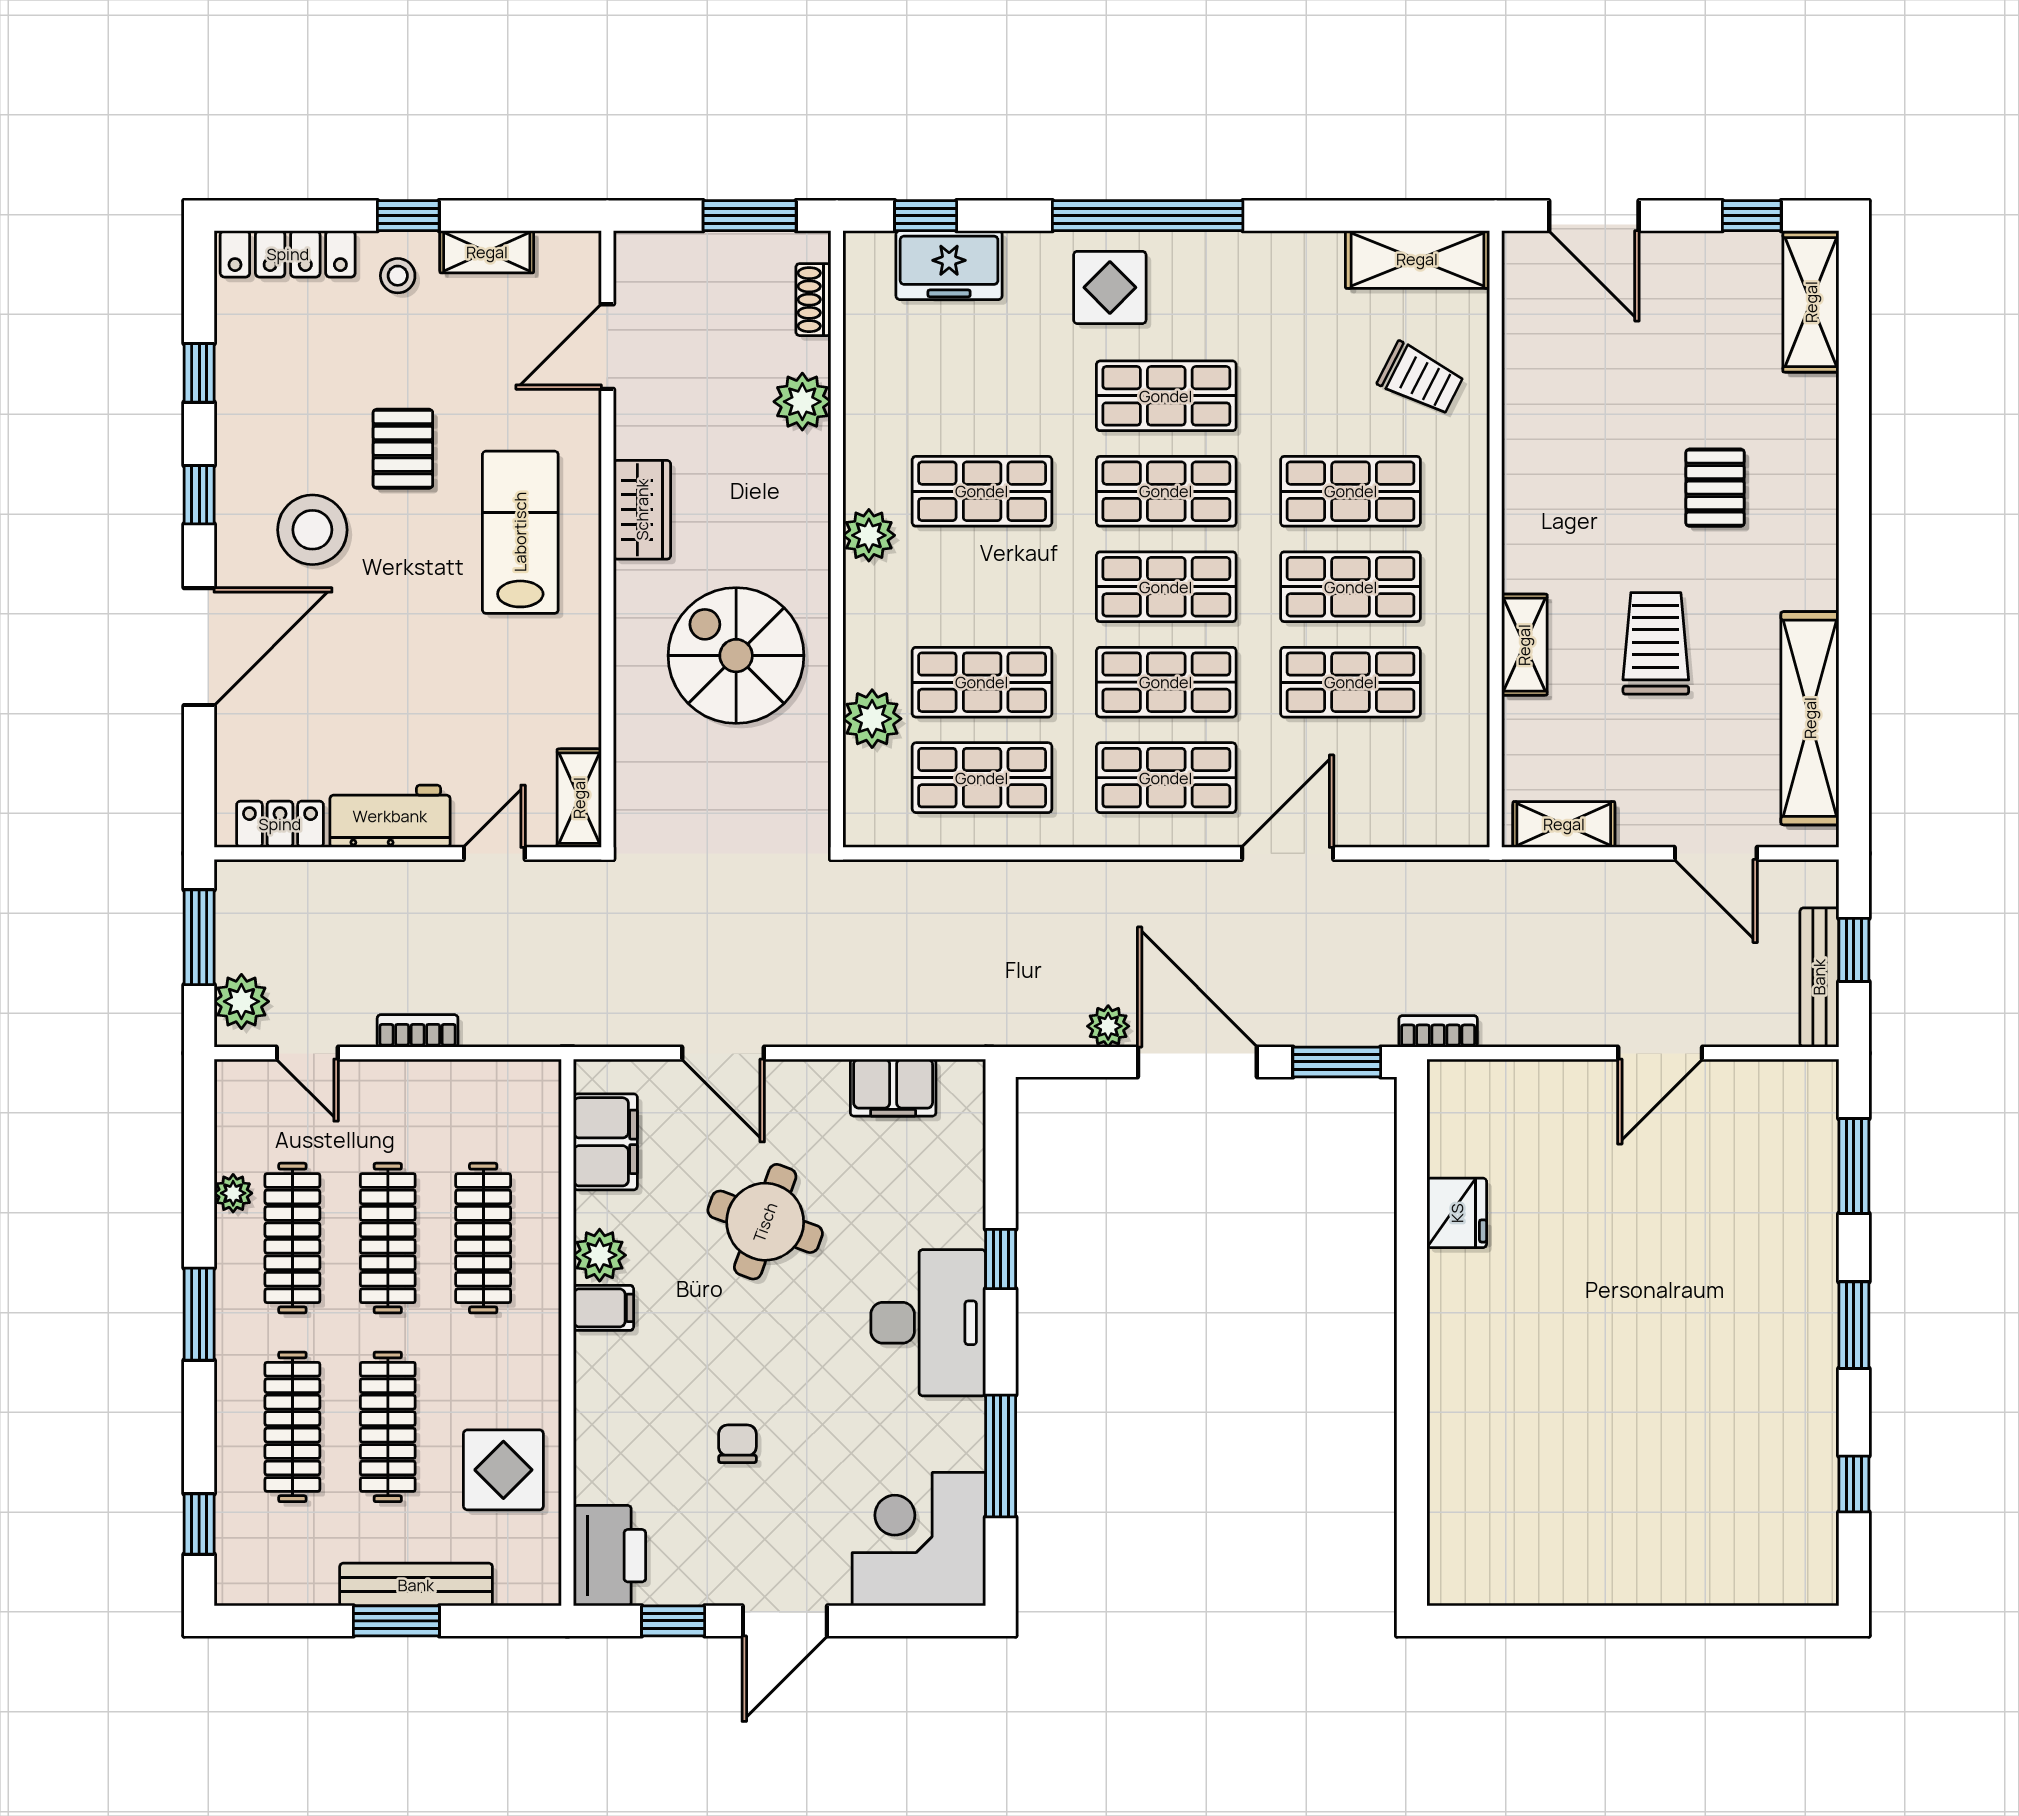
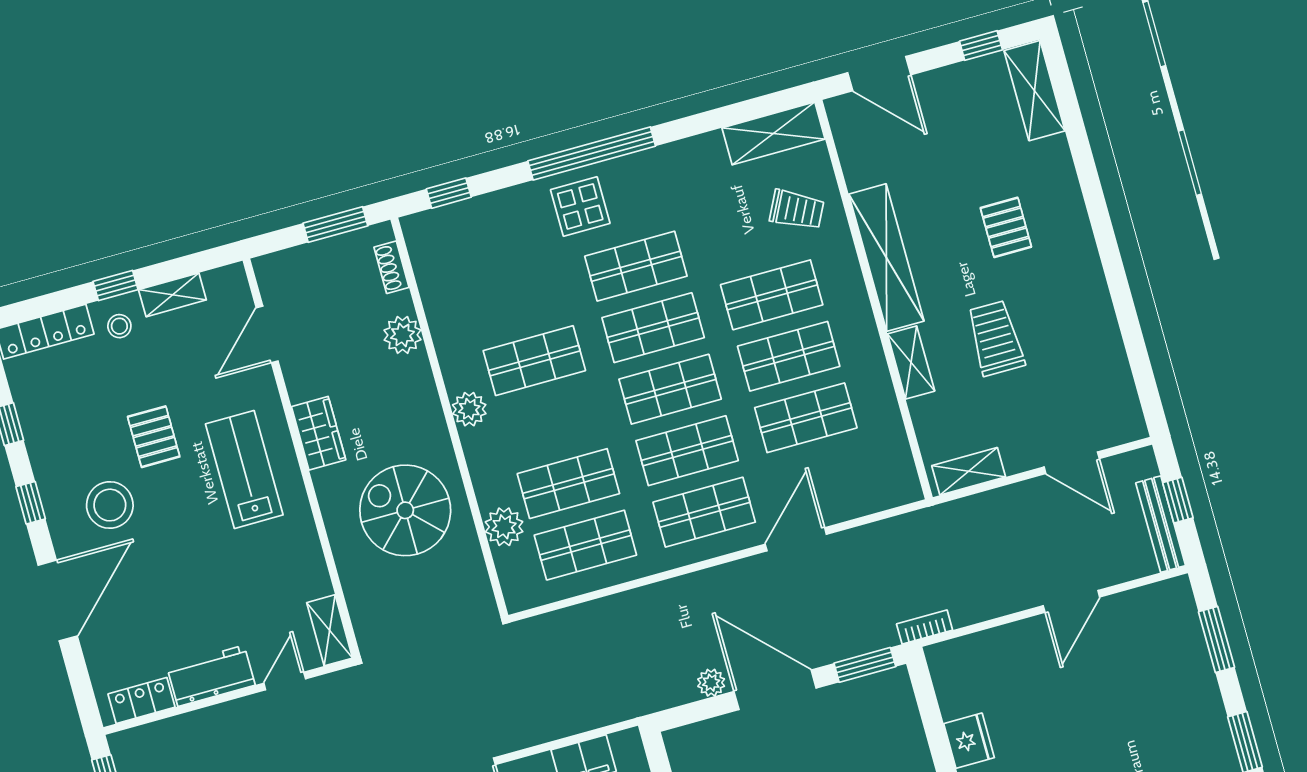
freezer: (949, 265) -> (473, 221), removed
shelving: (1810, 718) -> (886, 258), moved

